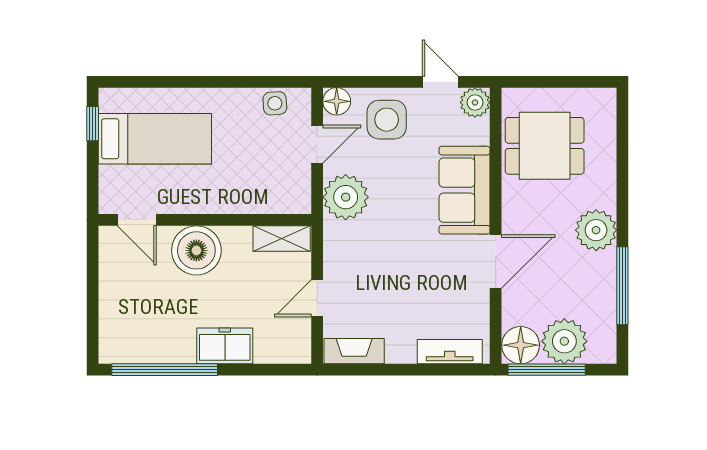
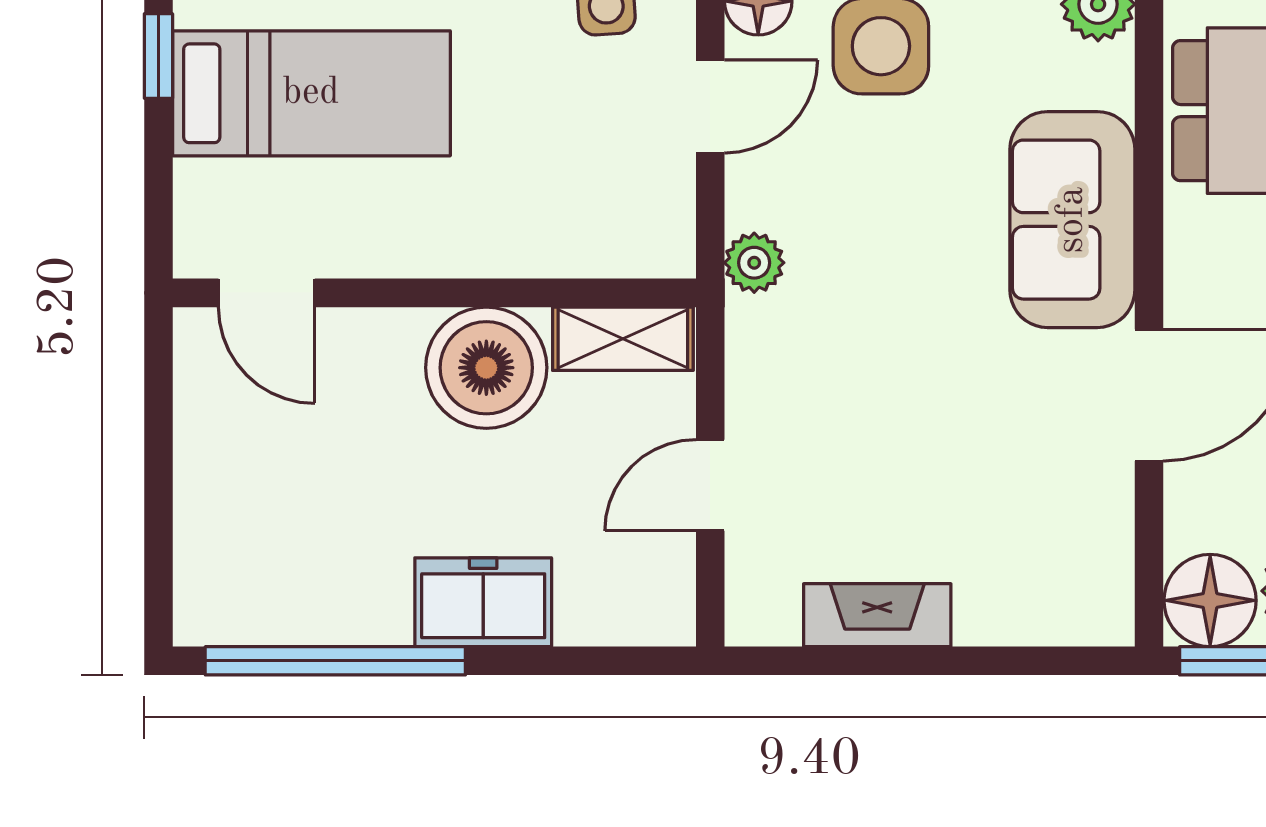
plant: (346, 197) -> (754, 263), width x0.53, depth x0.53
boiler: (196, 250) -> (486, 368), moved
fireplace: (354, 351) -> (877, 615), moved
tv unit: (450, 352) -> (1036, 616), removed

